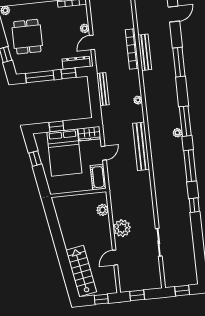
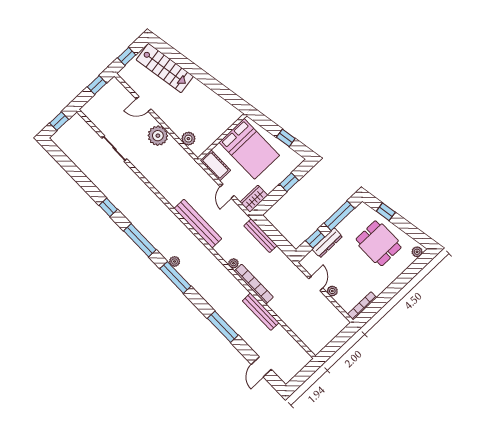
bookcase: (132, 49) -> (254, 284), moved
dresser: (76, 63) -> (327, 243), moved
bench: (103, 89) -> (260, 236), moved
bed: (64, 153) -> (249, 149), moved, turned 180
door: (115, 258) -> (144, 104), swing flipped

